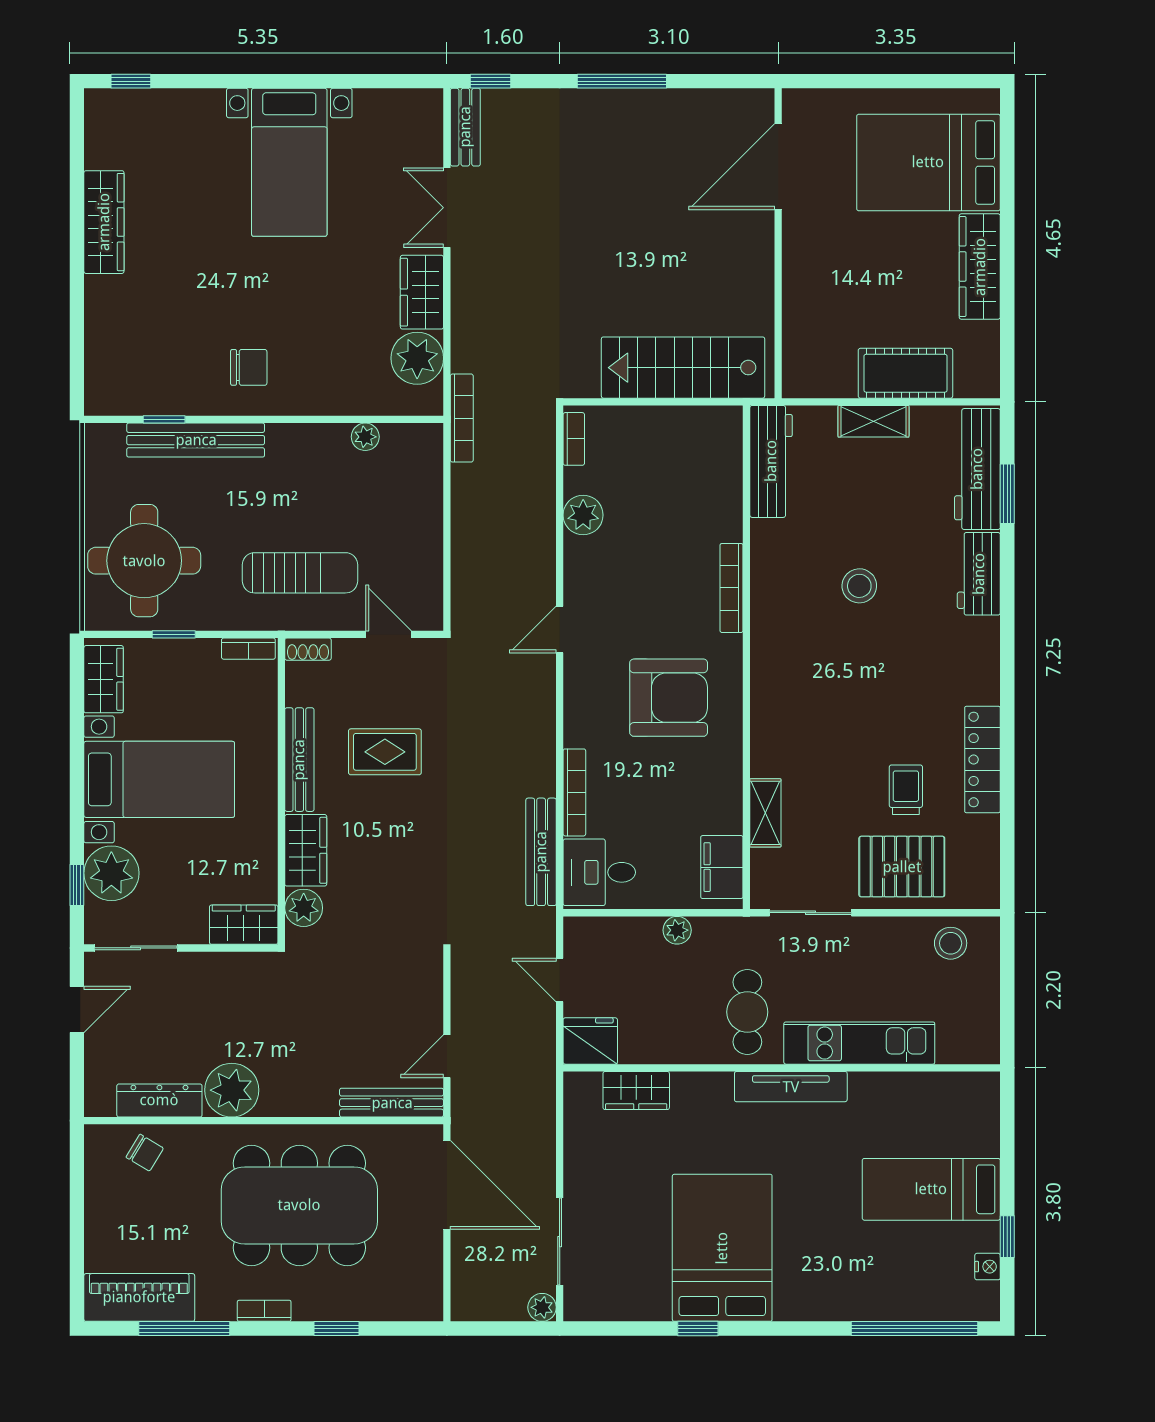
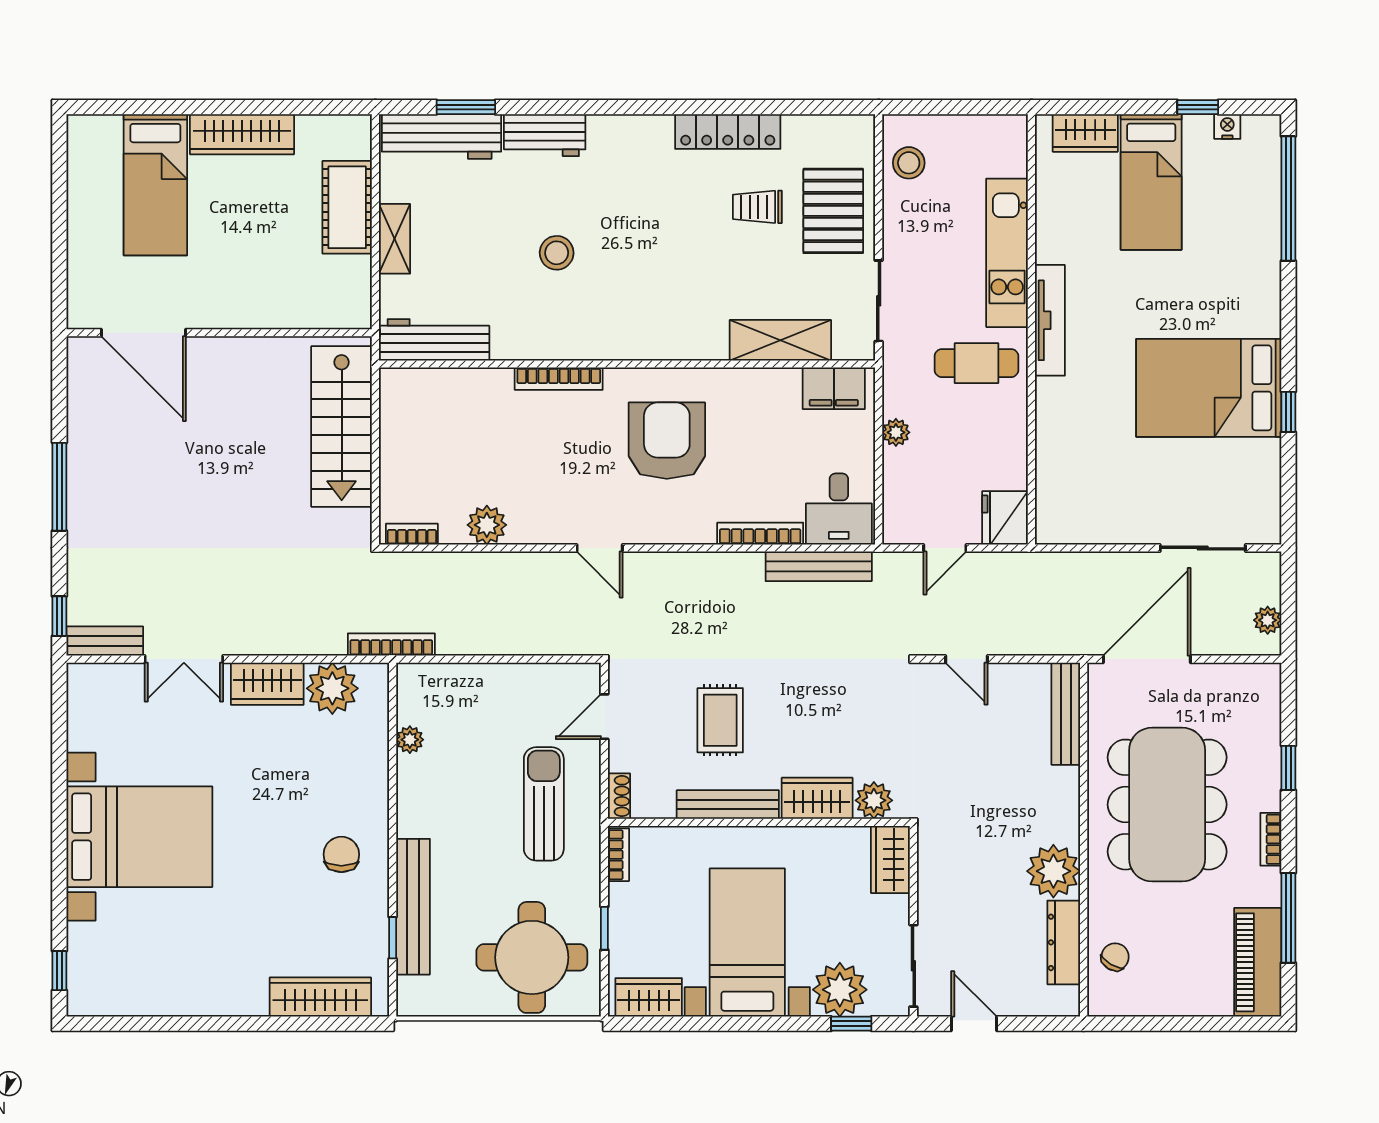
bed with nightstands: (289, 162) -> (139, 837), width x1.36
bed: (928, 162) -> (155, 185), width x0.67
wardrobe: (104, 222) -> (320, 997), moved
shelving: (765, 813) -> (780, 340), width x1.50, depth x1.33
door: (447, 1056) -> (966, 659), moved
wardrobe: (636, 1091) -> (1085, 133), moved, turned 90
plant: (542, 1307) -> (1268, 620), moved

